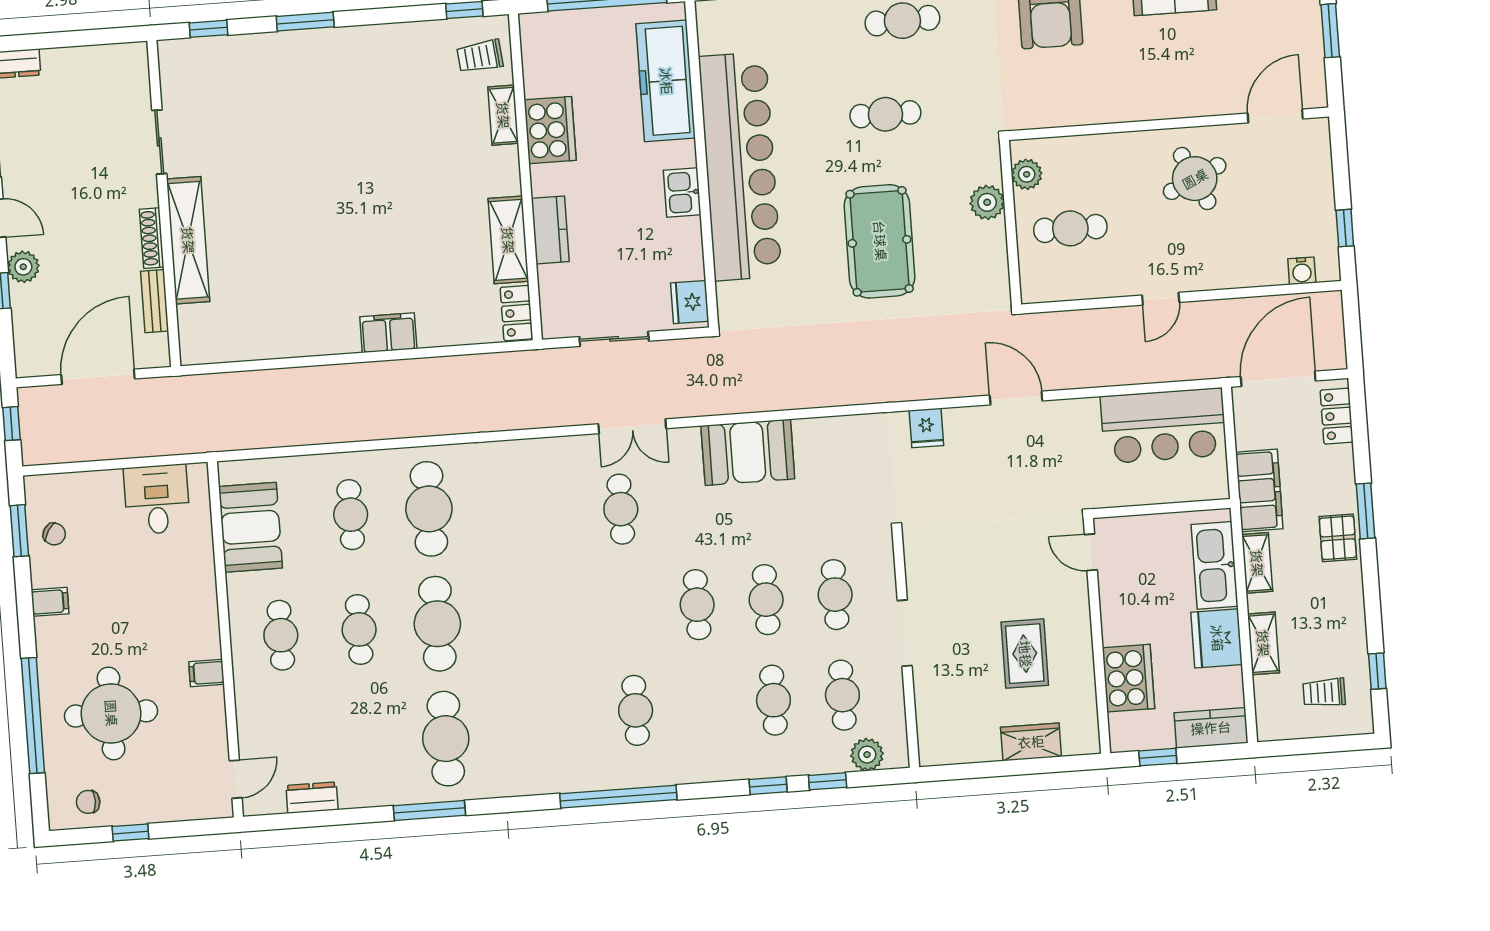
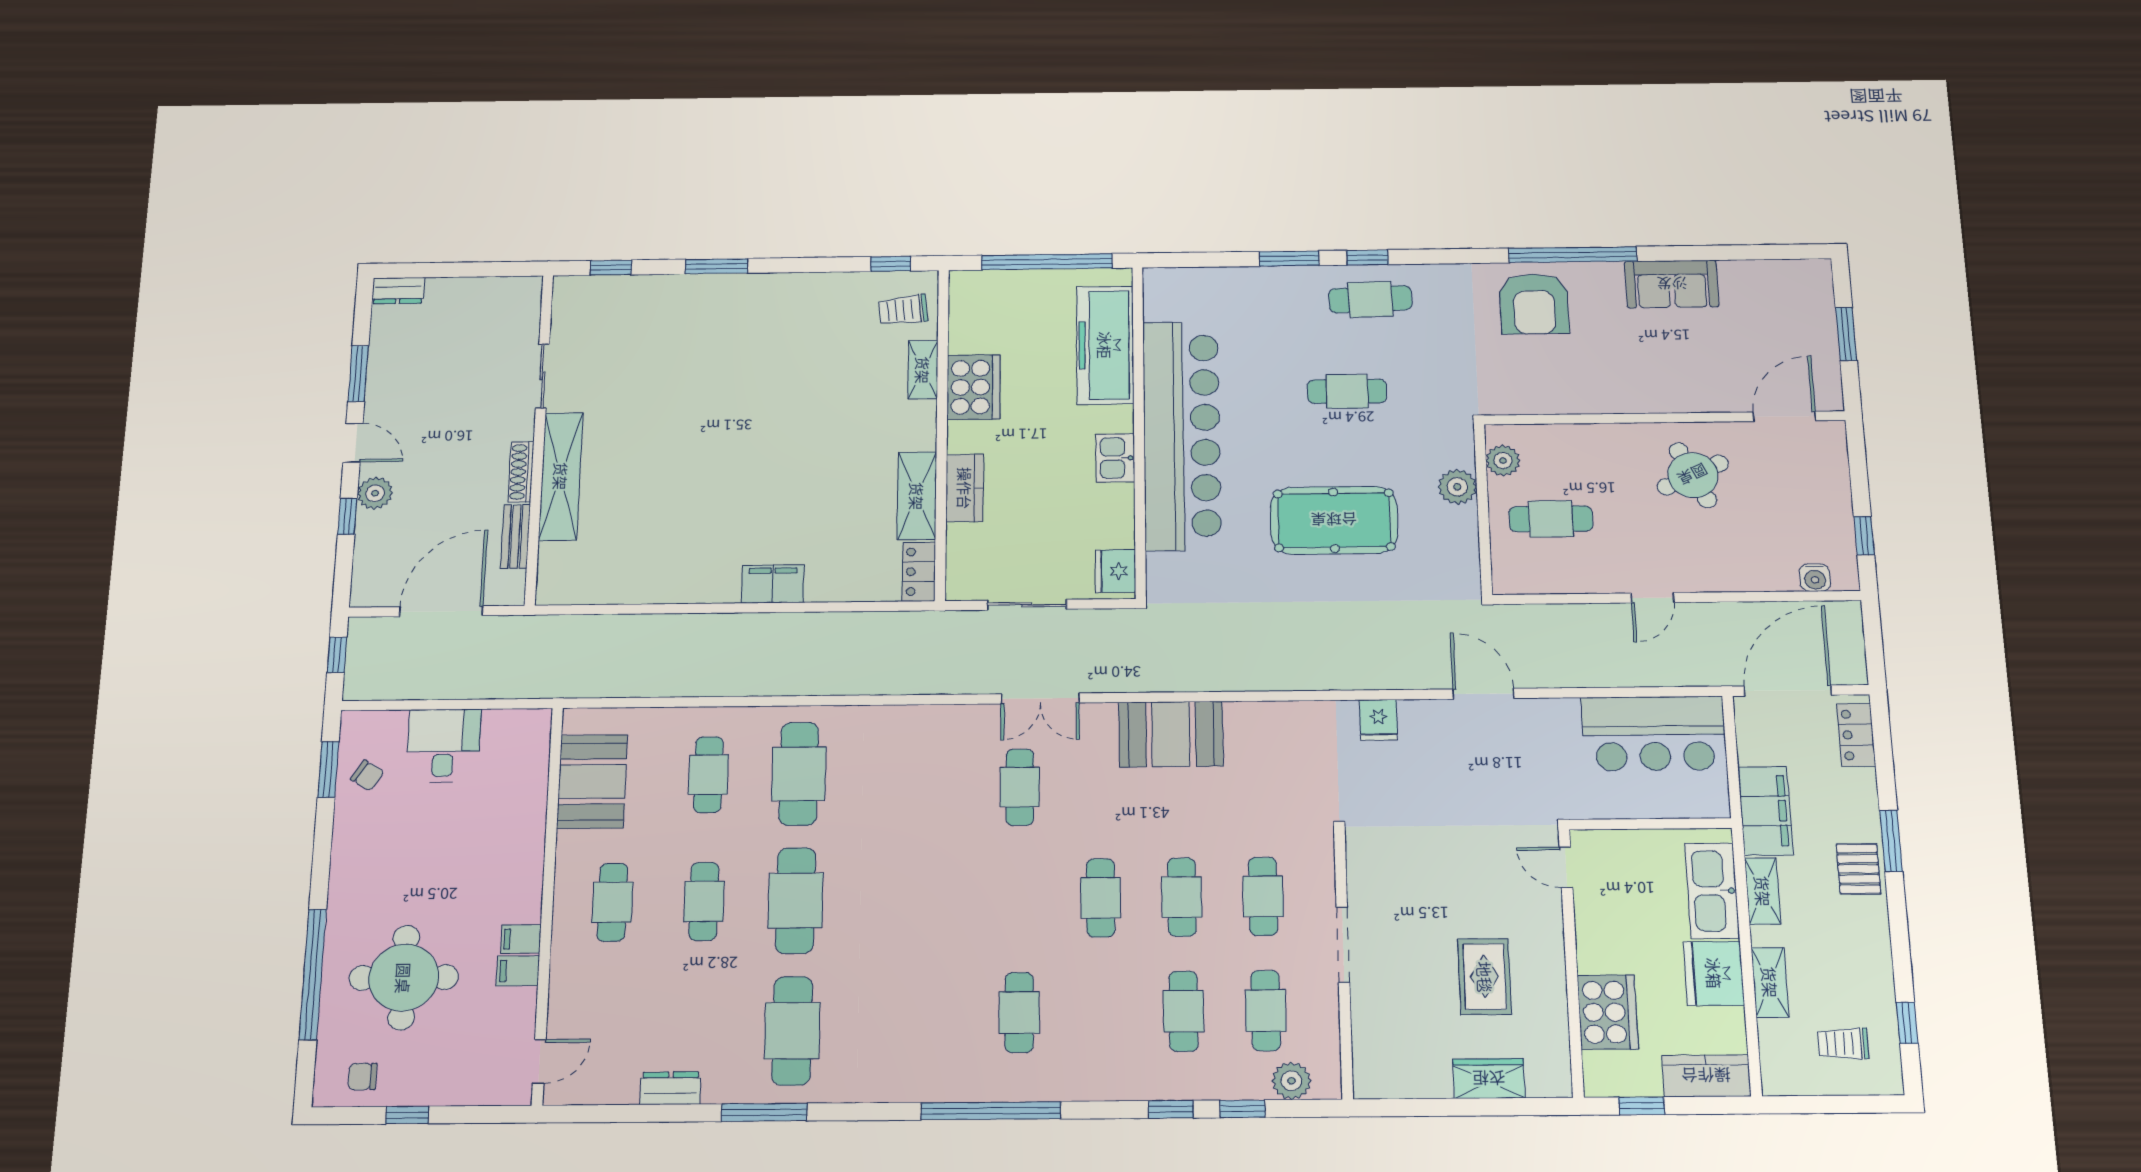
pool table: (880, 241) -> (1334, 520), turned 90
desk: (157, 499) -> (443, 746), moved
filing cabinet: (50, 602) -> (518, 971), moved, turned 180
dresser: (312, 798) -> (670, 1088), moved

